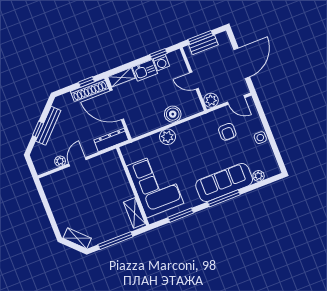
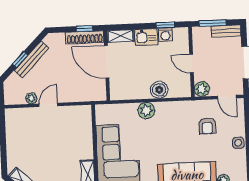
bench: (203, 45) -> (226, 31), moved
dresser: (111, 140) -> (89, 95), removed

